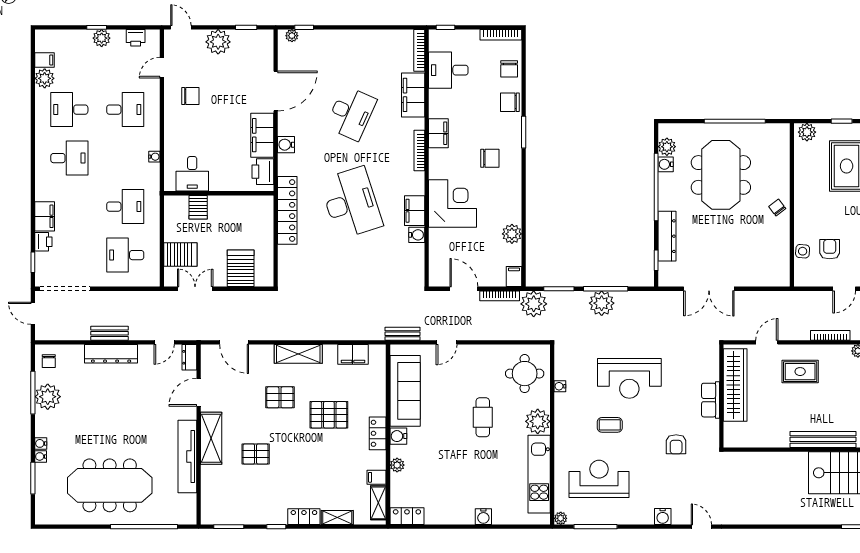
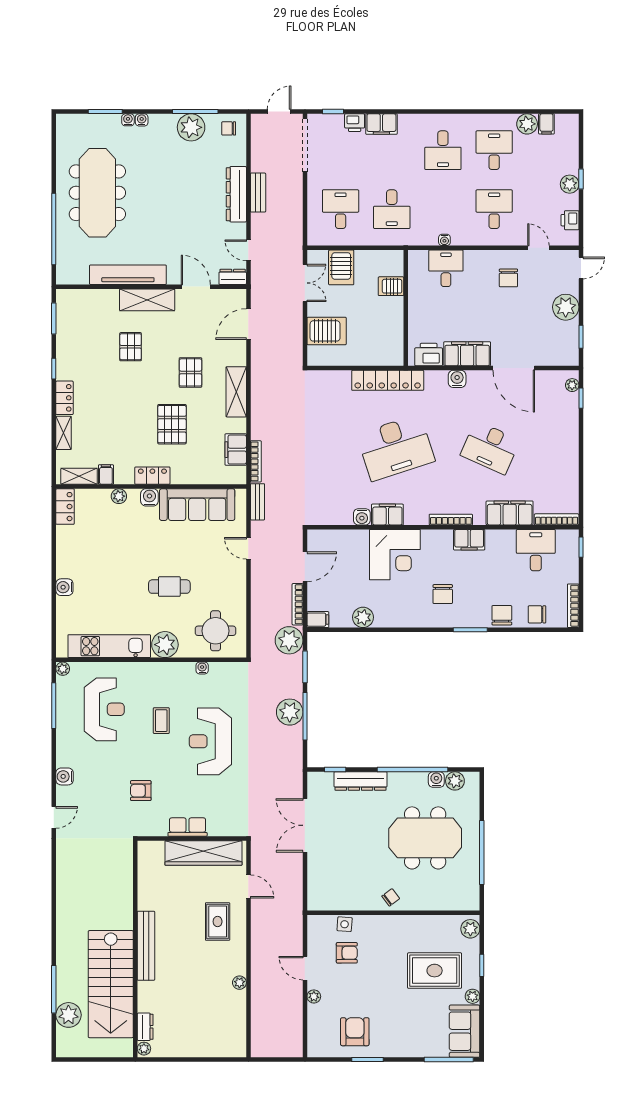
desk: (125, 110) -> (494, 209), turned 180
desk: (192, 174) -> (446, 268), moved, turned 90
bookcase: (830, 335) -> (256, 461), moved

